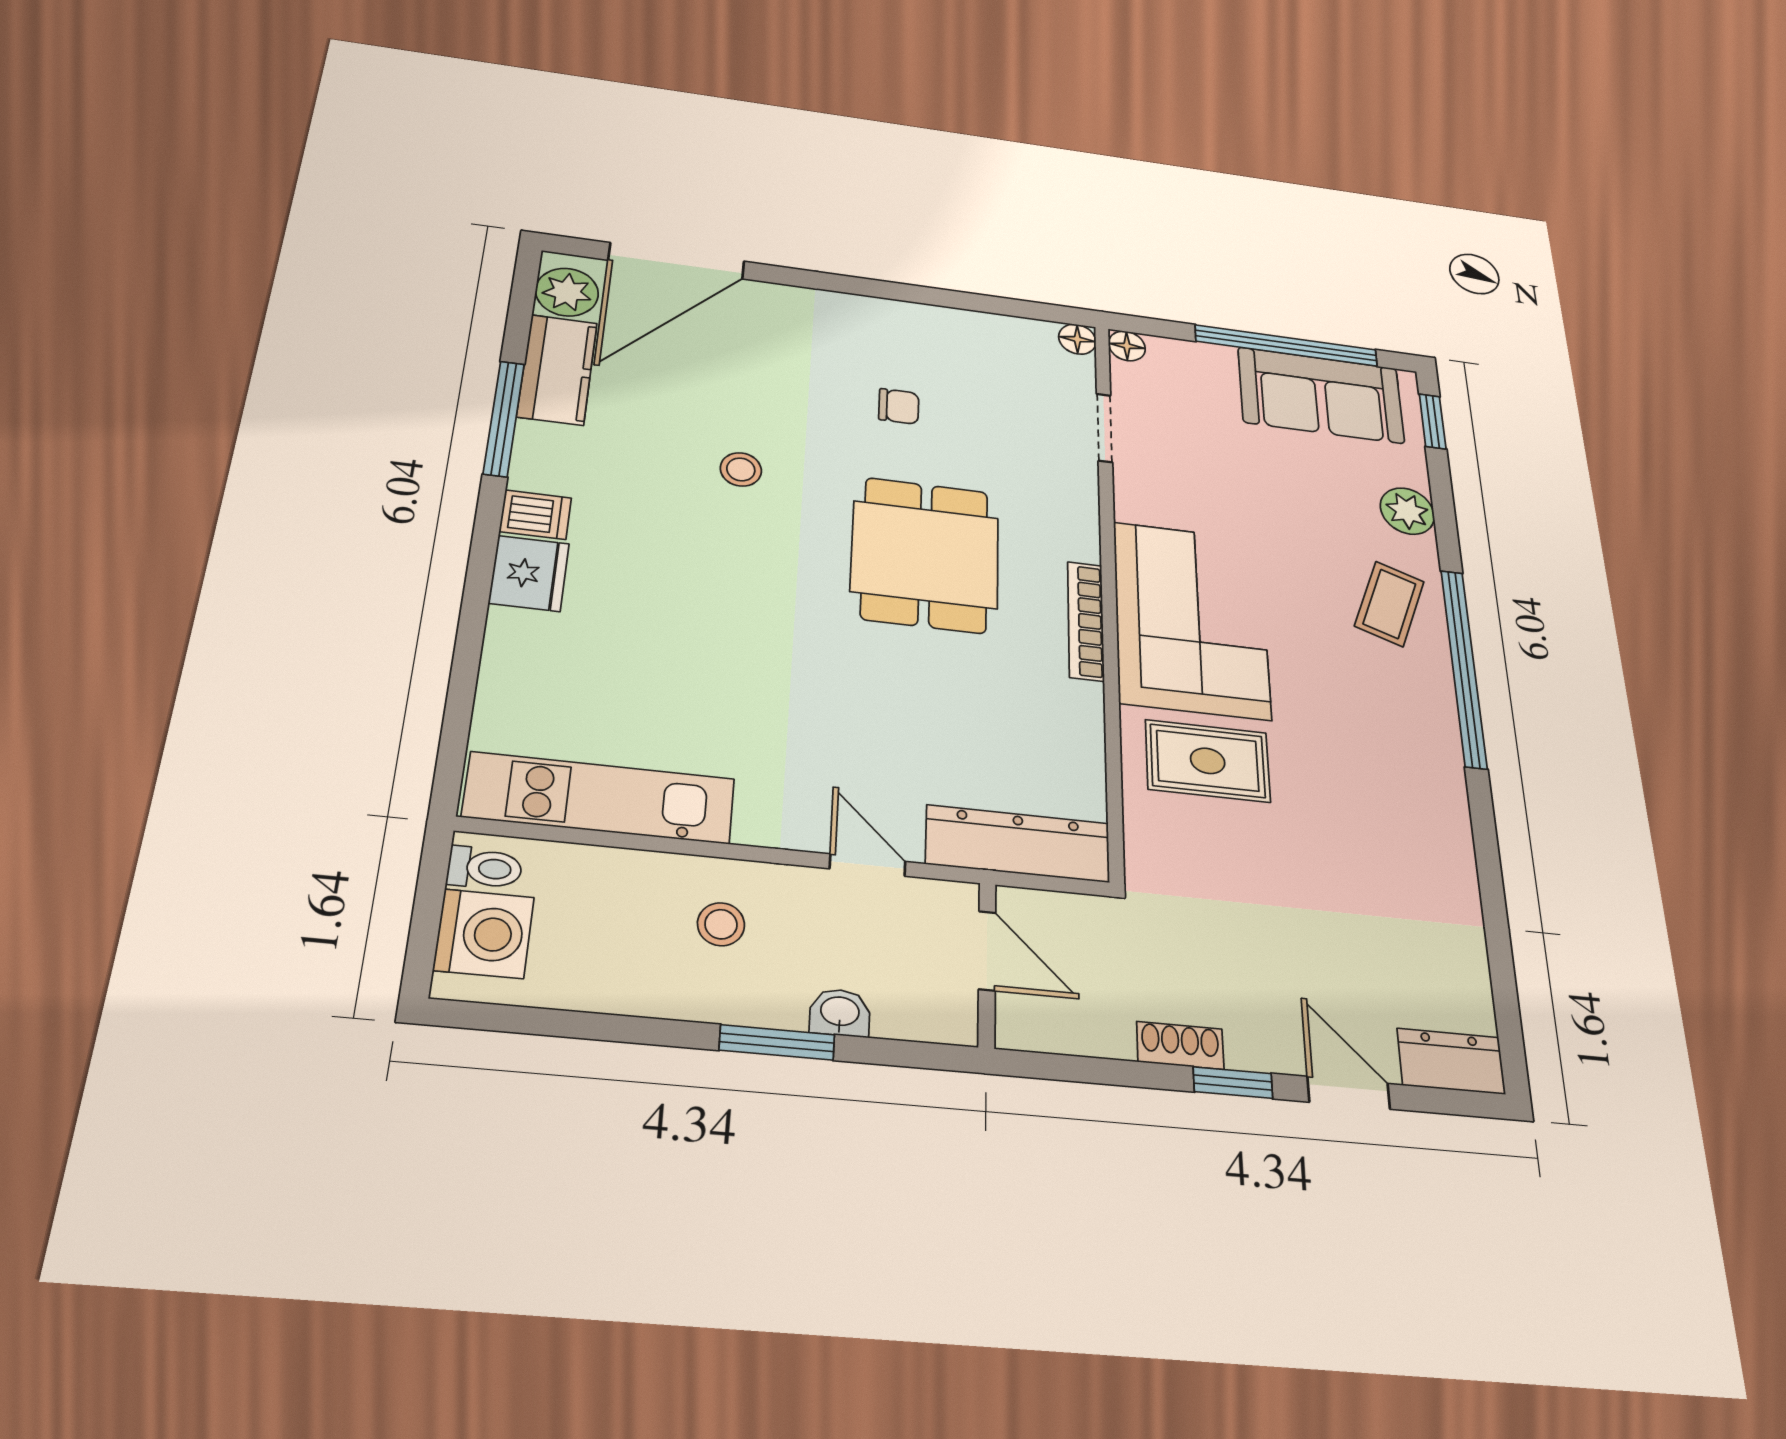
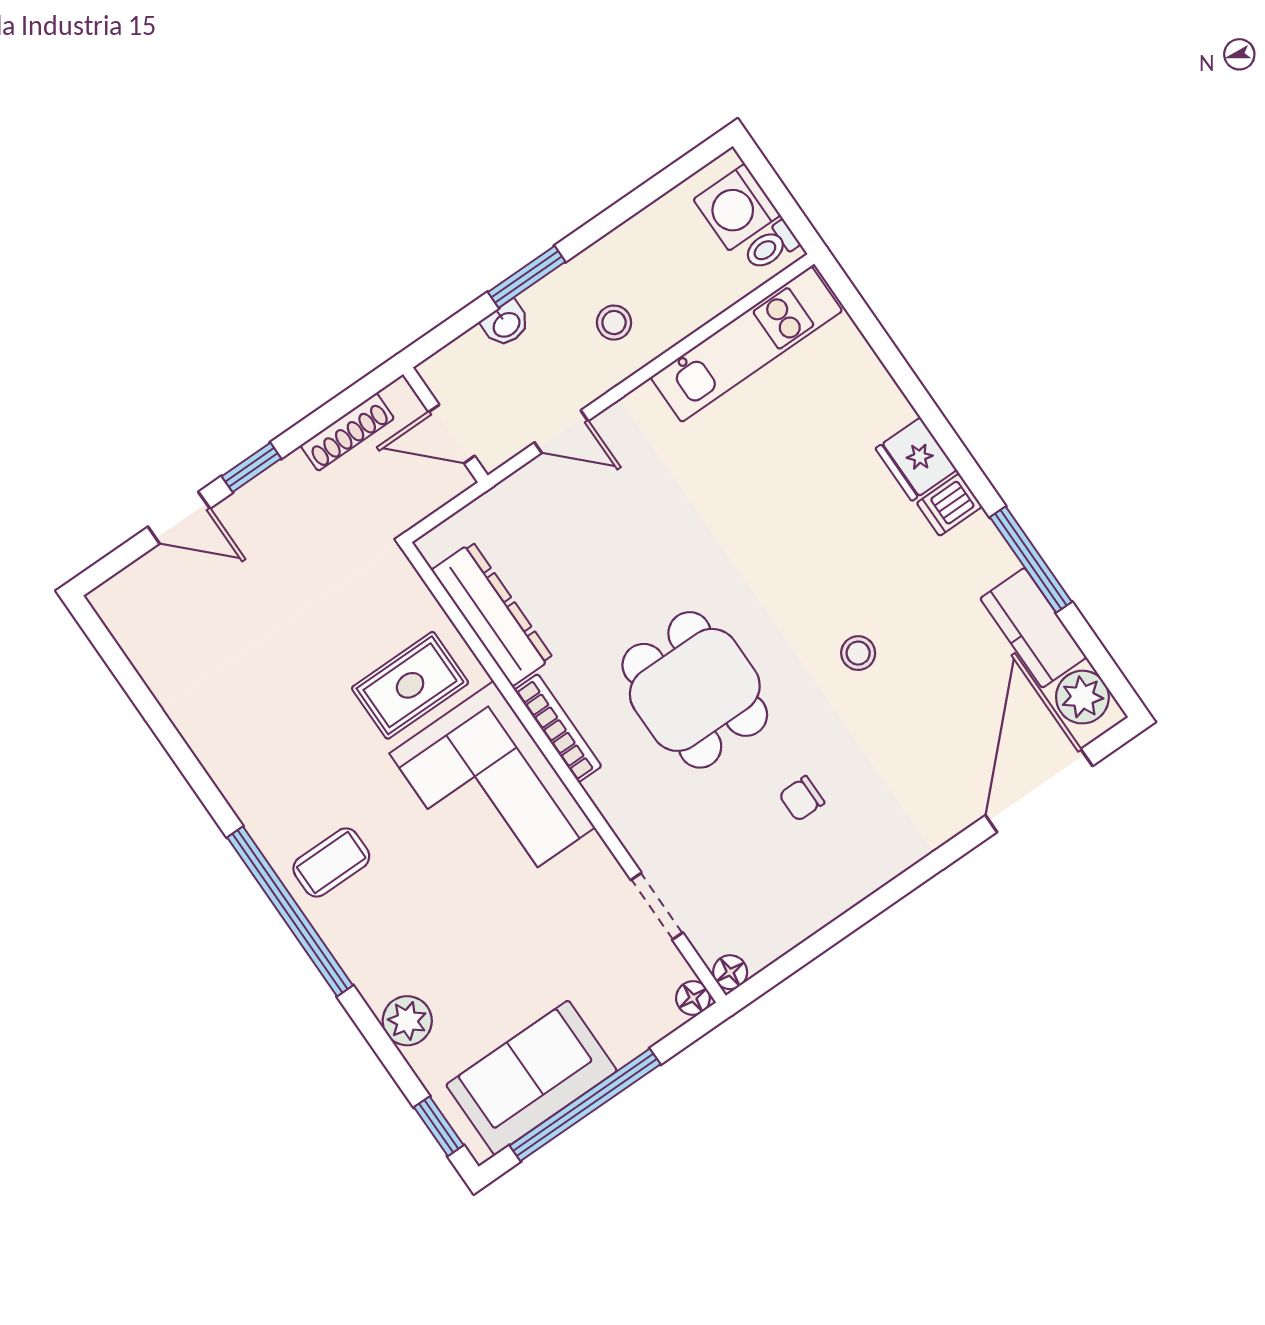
coffee table: (1389, 604) -> (331, 862), moved, turned 70
dresser: (1018, 844) -> (492, 614), moved, turned -90
shoe rack: (1180, 1045) -> (347, 432), moved, width x1.43
dresser: (1451, 1061) -> (129, 591), removed

